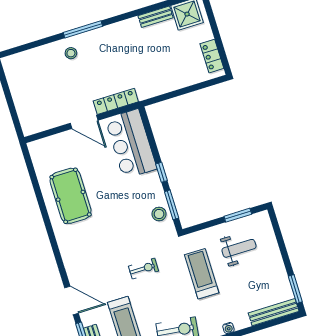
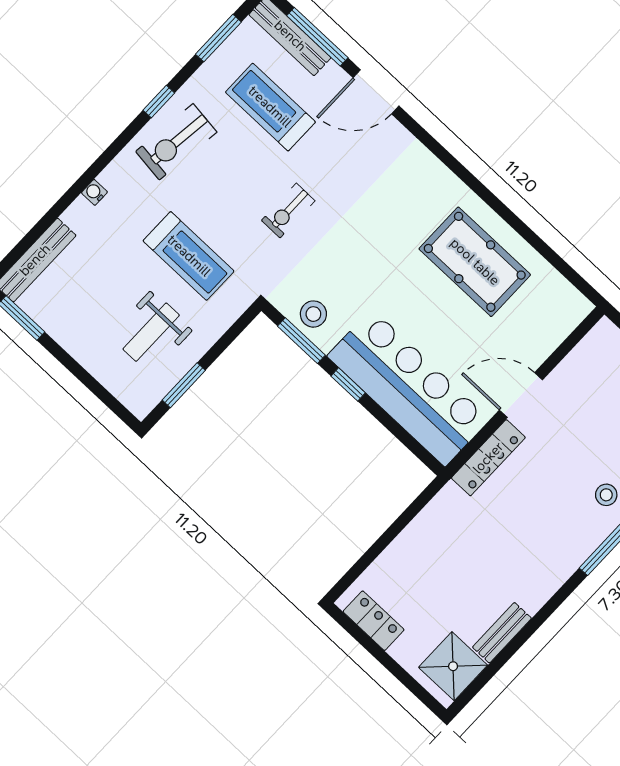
bar counter: (131, 144) -> (408, 388), width x1.36

